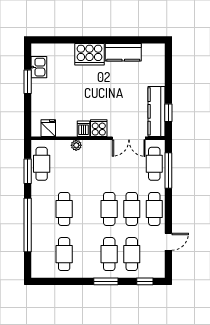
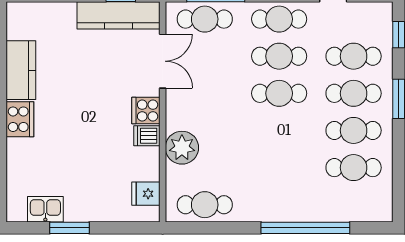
cooker: (90, 54) -> (20, 119), width x0.73, depth x0.76
plant: (76, 145) -> (182, 148), width x1.87, depth x1.87
window: (28, 171) -> (217, 228), removed
cafe table: (64, 209) -> (354, 130), moved

